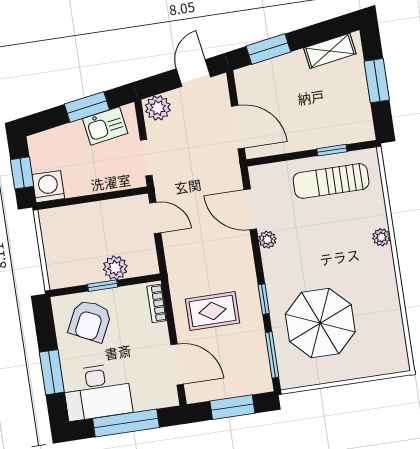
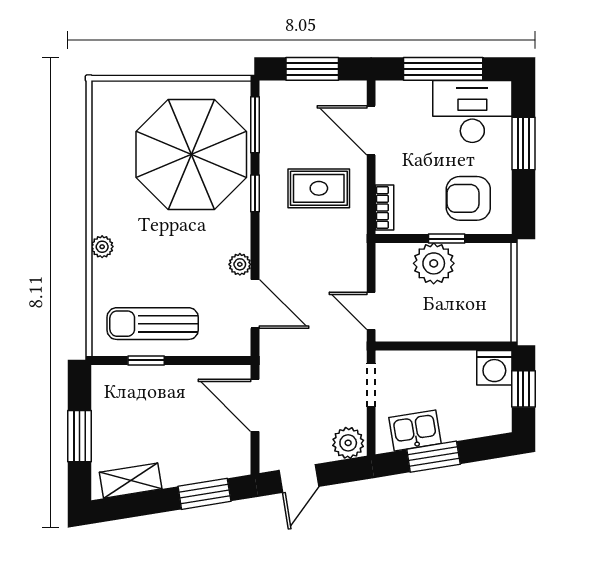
sun lounger: (331, 181) -> (153, 324), turned 180
plant: (115, 268) -> (434, 263), width x1.36, depth x1.36
armchair: (90, 321) -> (468, 198), turned -116
parasol: (320, 323) -> (191, 154), width x1.36, depth x1.36

